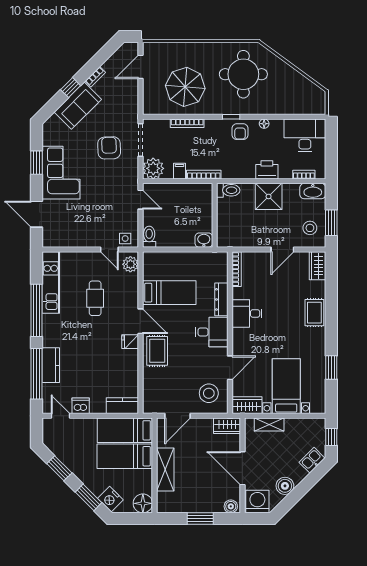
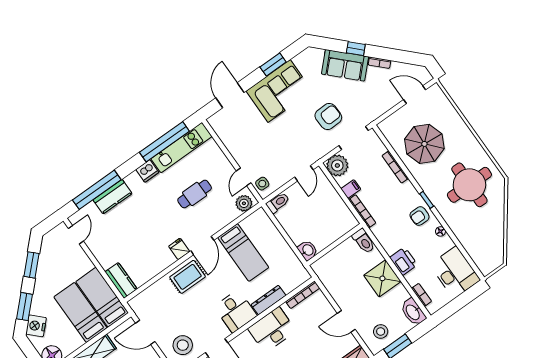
window: (36, 310) -> (164, 142), moved
desk: (247, 313) -> (272, 330), width x1.37
dishwasher: (81, 406) -> (147, 171), moved, turned 90

